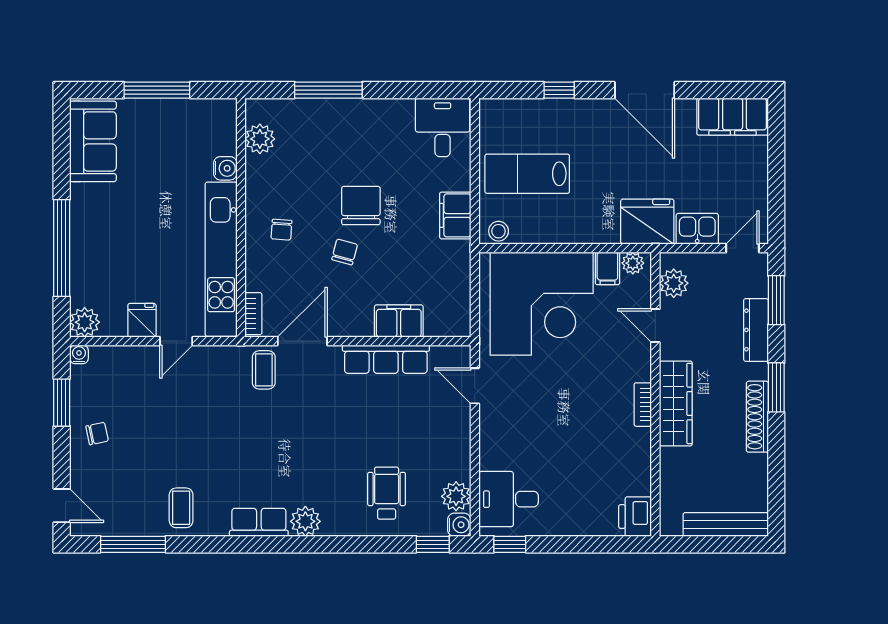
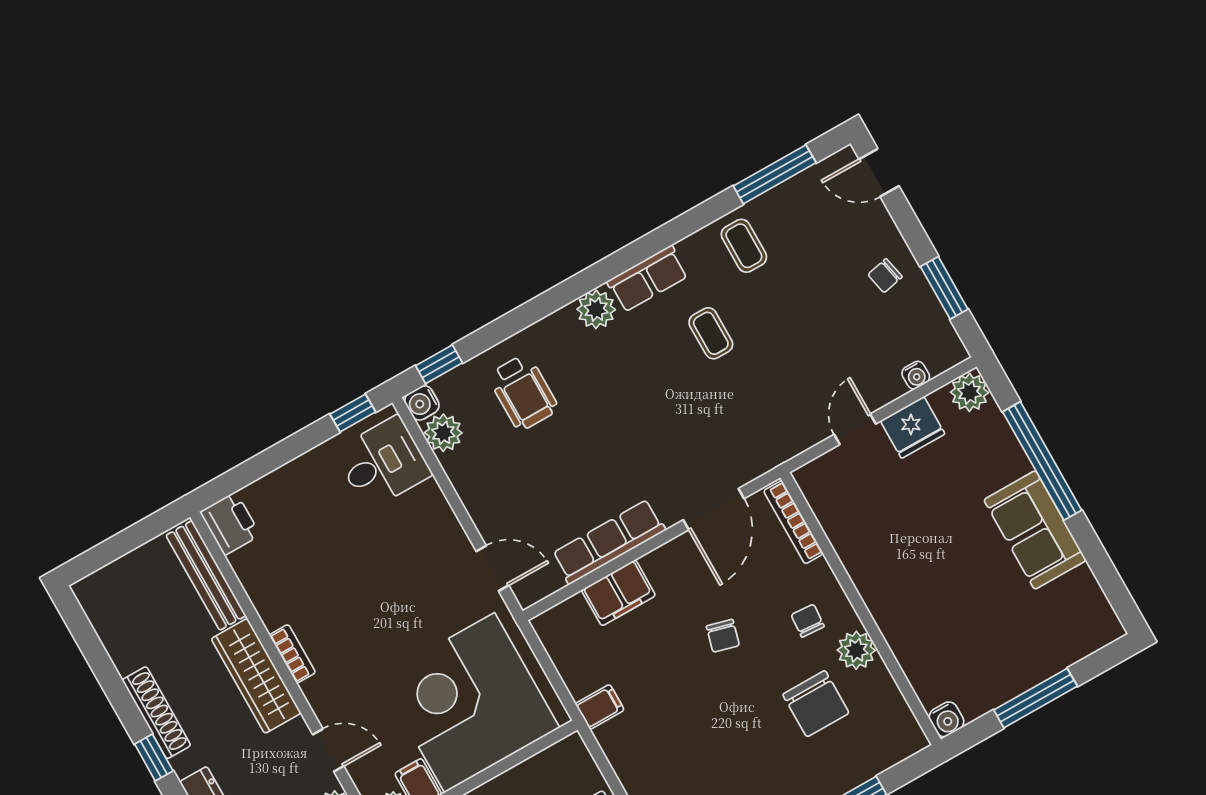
plant: (260, 139) -> (856, 650), moved
sofa: (93, 141) -> (1035, 530), moved
water cooler: (225, 168) -> (947, 719), moved, turned -90
chair: (361, 206) -> (816, 704), moved
filing cabinet: (455, 215) -> (600, 707), moved, width x0.50
stool: (499, 231) -> (564, 757), removed
kitchen unit: (221, 259) -> (857, 549), removed
bookcase: (253, 314) -> (793, 522), width x1.56
fridge: (142, 320) -> (913, 427), width x1.38
water cooler: (79, 354) -> (916, 375), moved
coffee table: (264, 370) -> (711, 333), moved
window: (776, 387) -> (154, 757), width x0.67
bench: (726, 524) -> (206, 575), moved, turned 90

